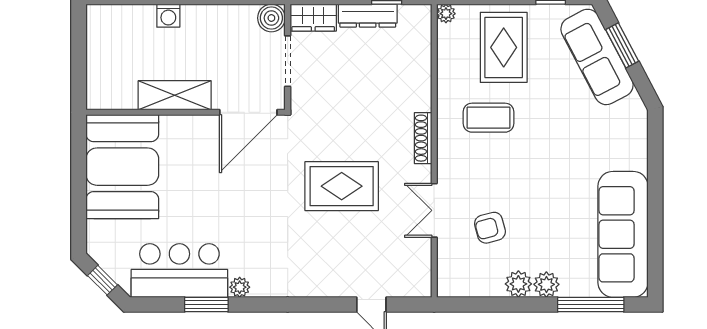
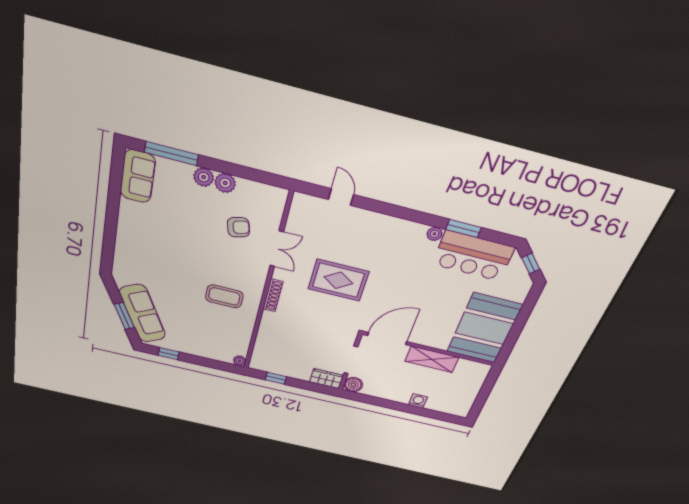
dresser: (368, 16) -> (291, 371), removed
rug: (504, 47) -> (205, 334), removed
sofa: (623, 234) -> (138, 176), width x0.54, depth x0.79

